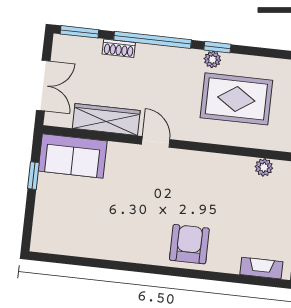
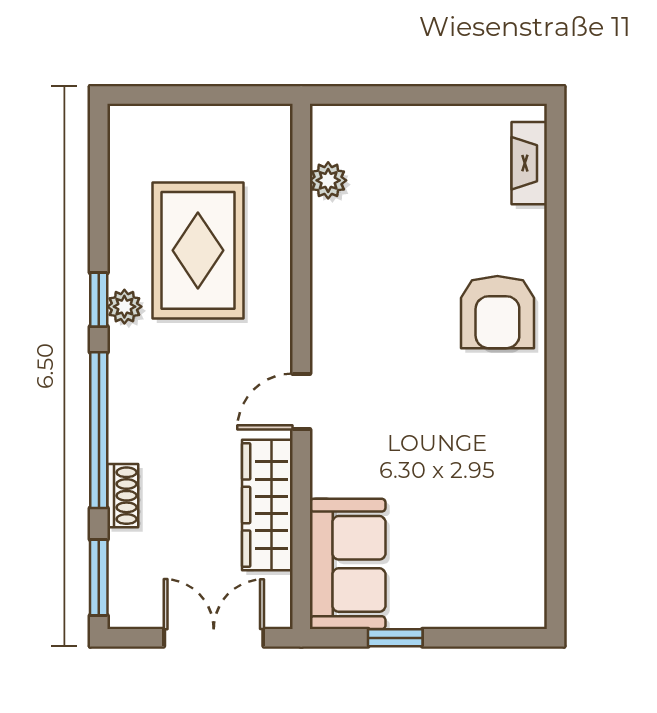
armchair: (189, 244) -> (497, 312), turned -90

